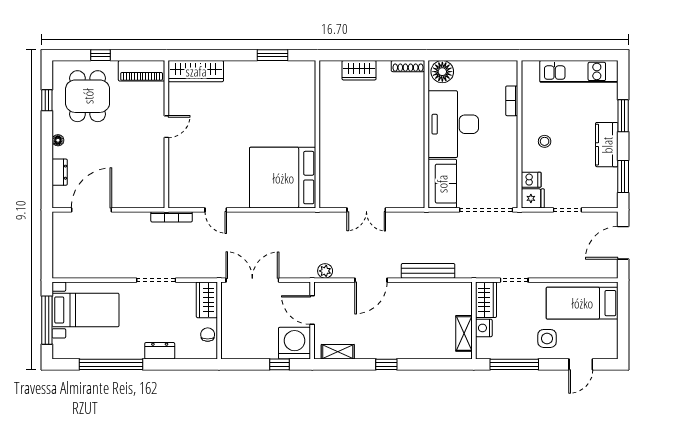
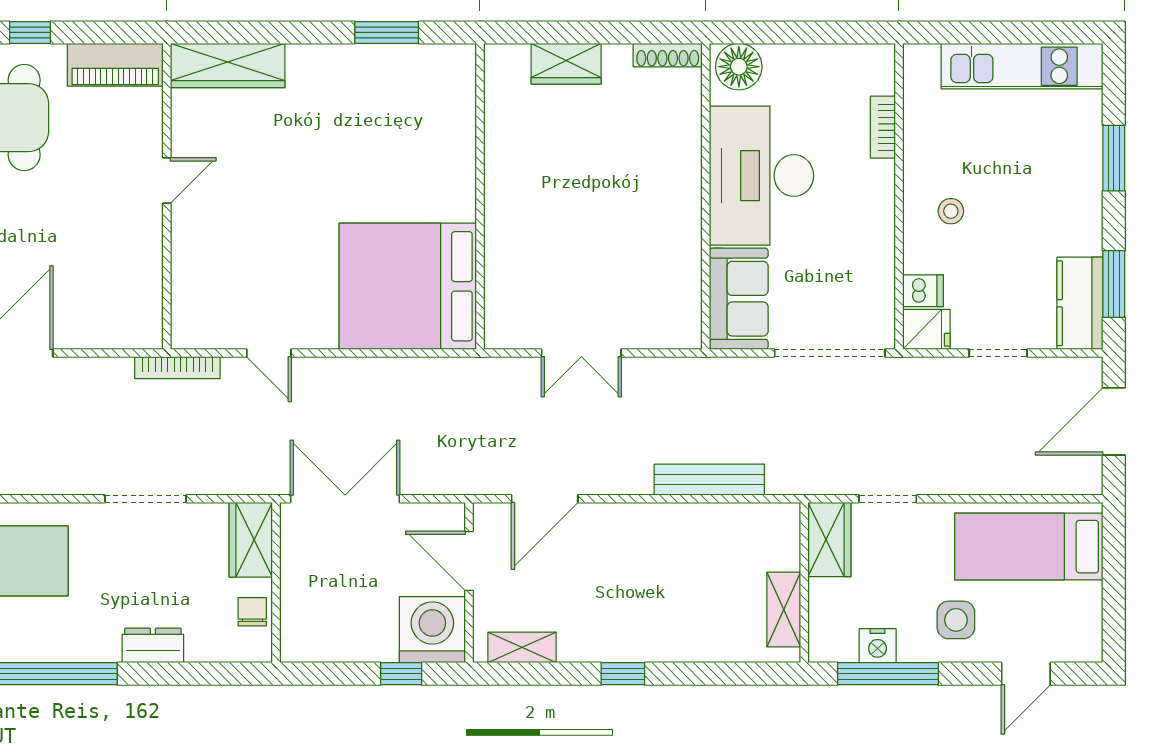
kitchen counter: (607, 145) -> (1080, 303), moved
plant: (325, 271) -> (496, 480), removed
door: (371, 280) -> (545, 499), moved
nightstand: (484, 328) -> (878, 646), moved, turned -90

